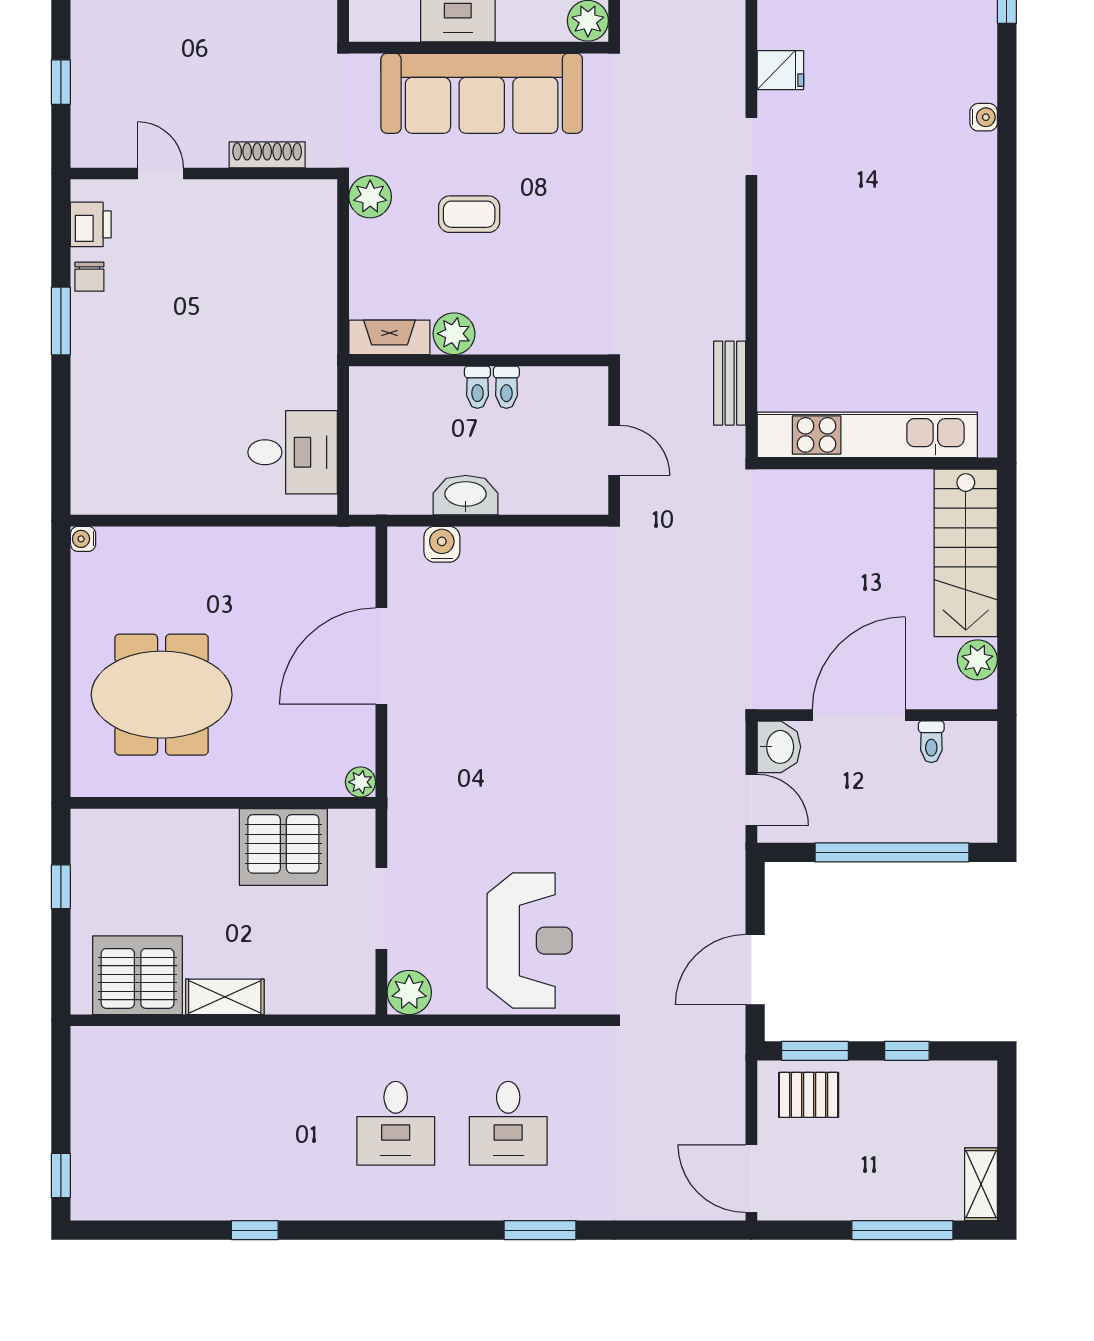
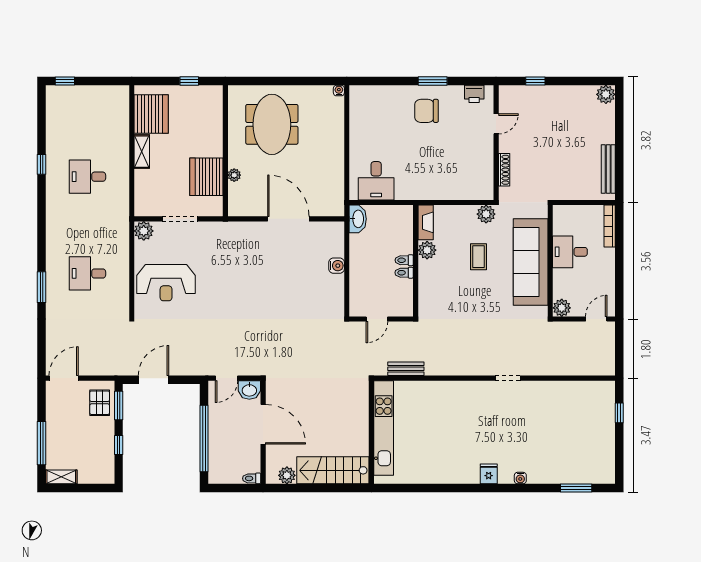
fridge: (780, 70) -> (489, 474), moved, turned 180
chair: (89, 277) -> (427, 111), moved, width x1.87, depth x1.87
washbasin: (466, 495) -> (358, 219), moved
water cooler: (442, 544) -> (337, 266), moved
toilet: (931, 742) -> (252, 478), moved
plant: (361, 782) -> (234, 175), moved
door: (755, 970) -> (154, 380), hinge flipped
desk: (396, 1123) -> (87, 177), moved

